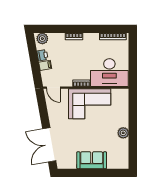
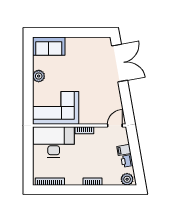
door: (53, 88) -> (115, 125), hinge flipped
corner sofa: (90, 104) -> (56, 108), moved
sofa: (92, 160) -> (49, 46), moved

